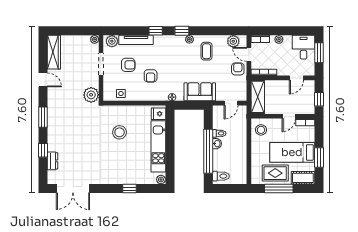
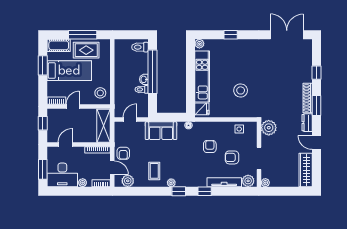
desk: (303, 47) -> (62, 175), width x1.37
shoe rack: (52, 125) -> (308, 98), added
dresser: (52, 161) -> (307, 123), moved

